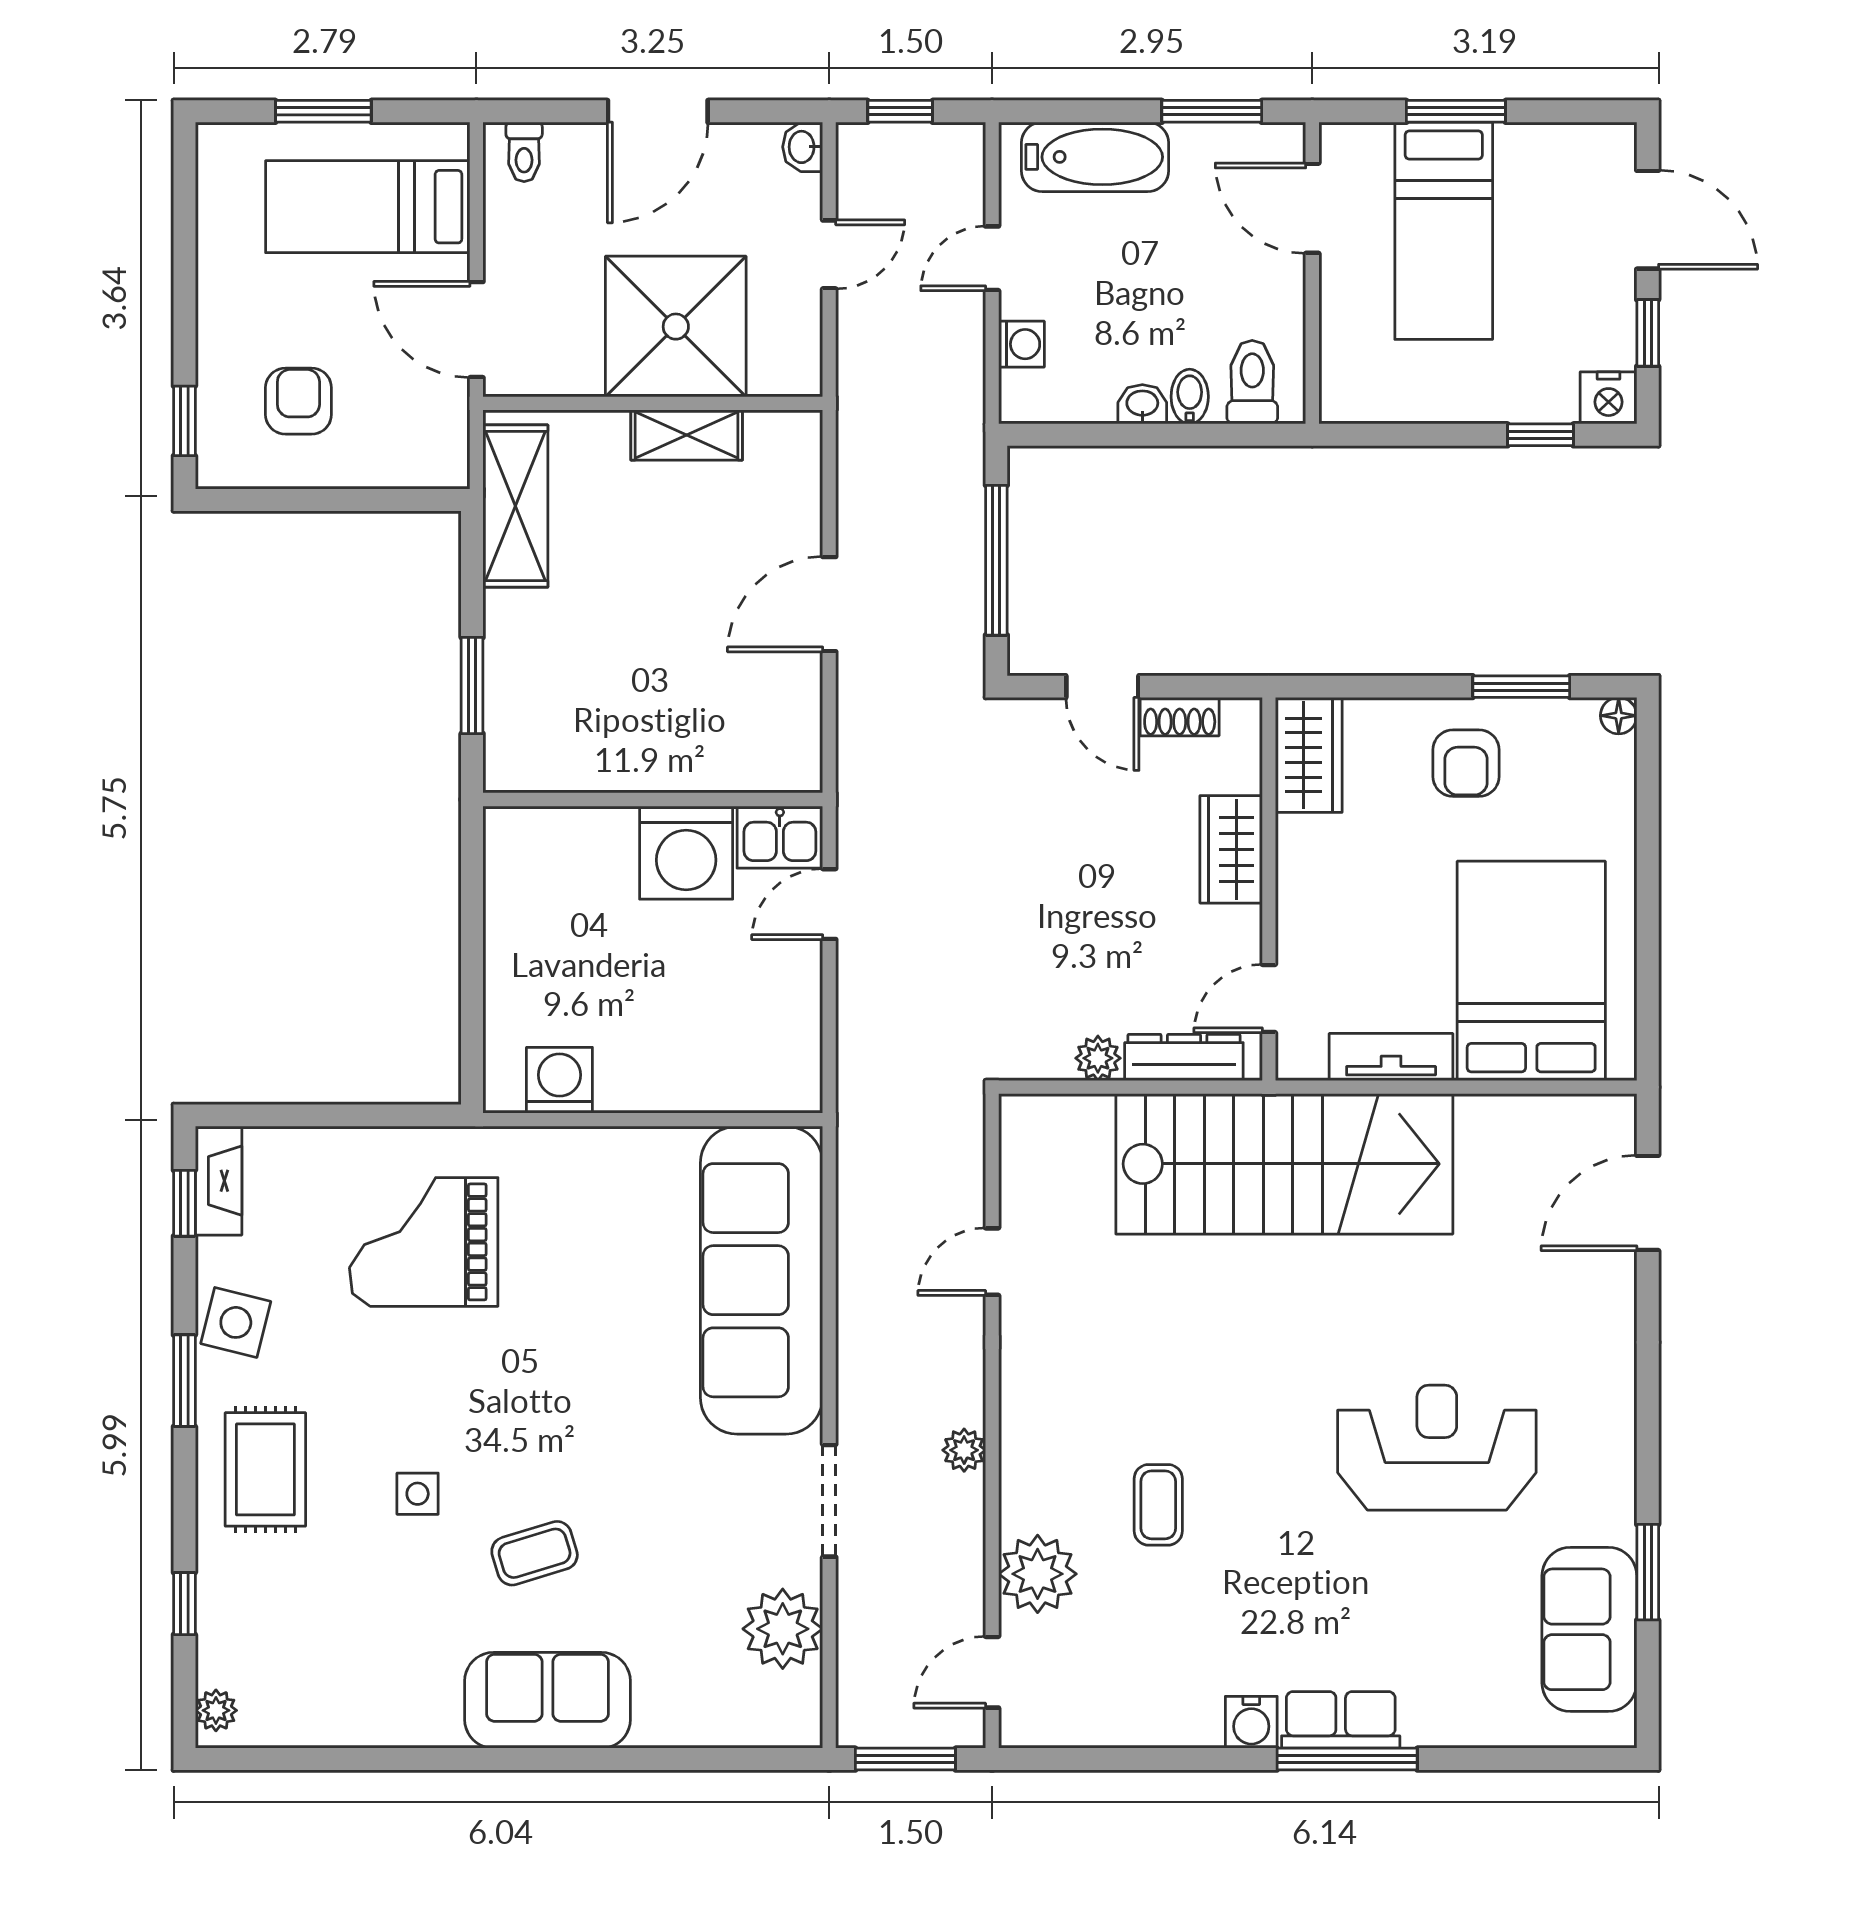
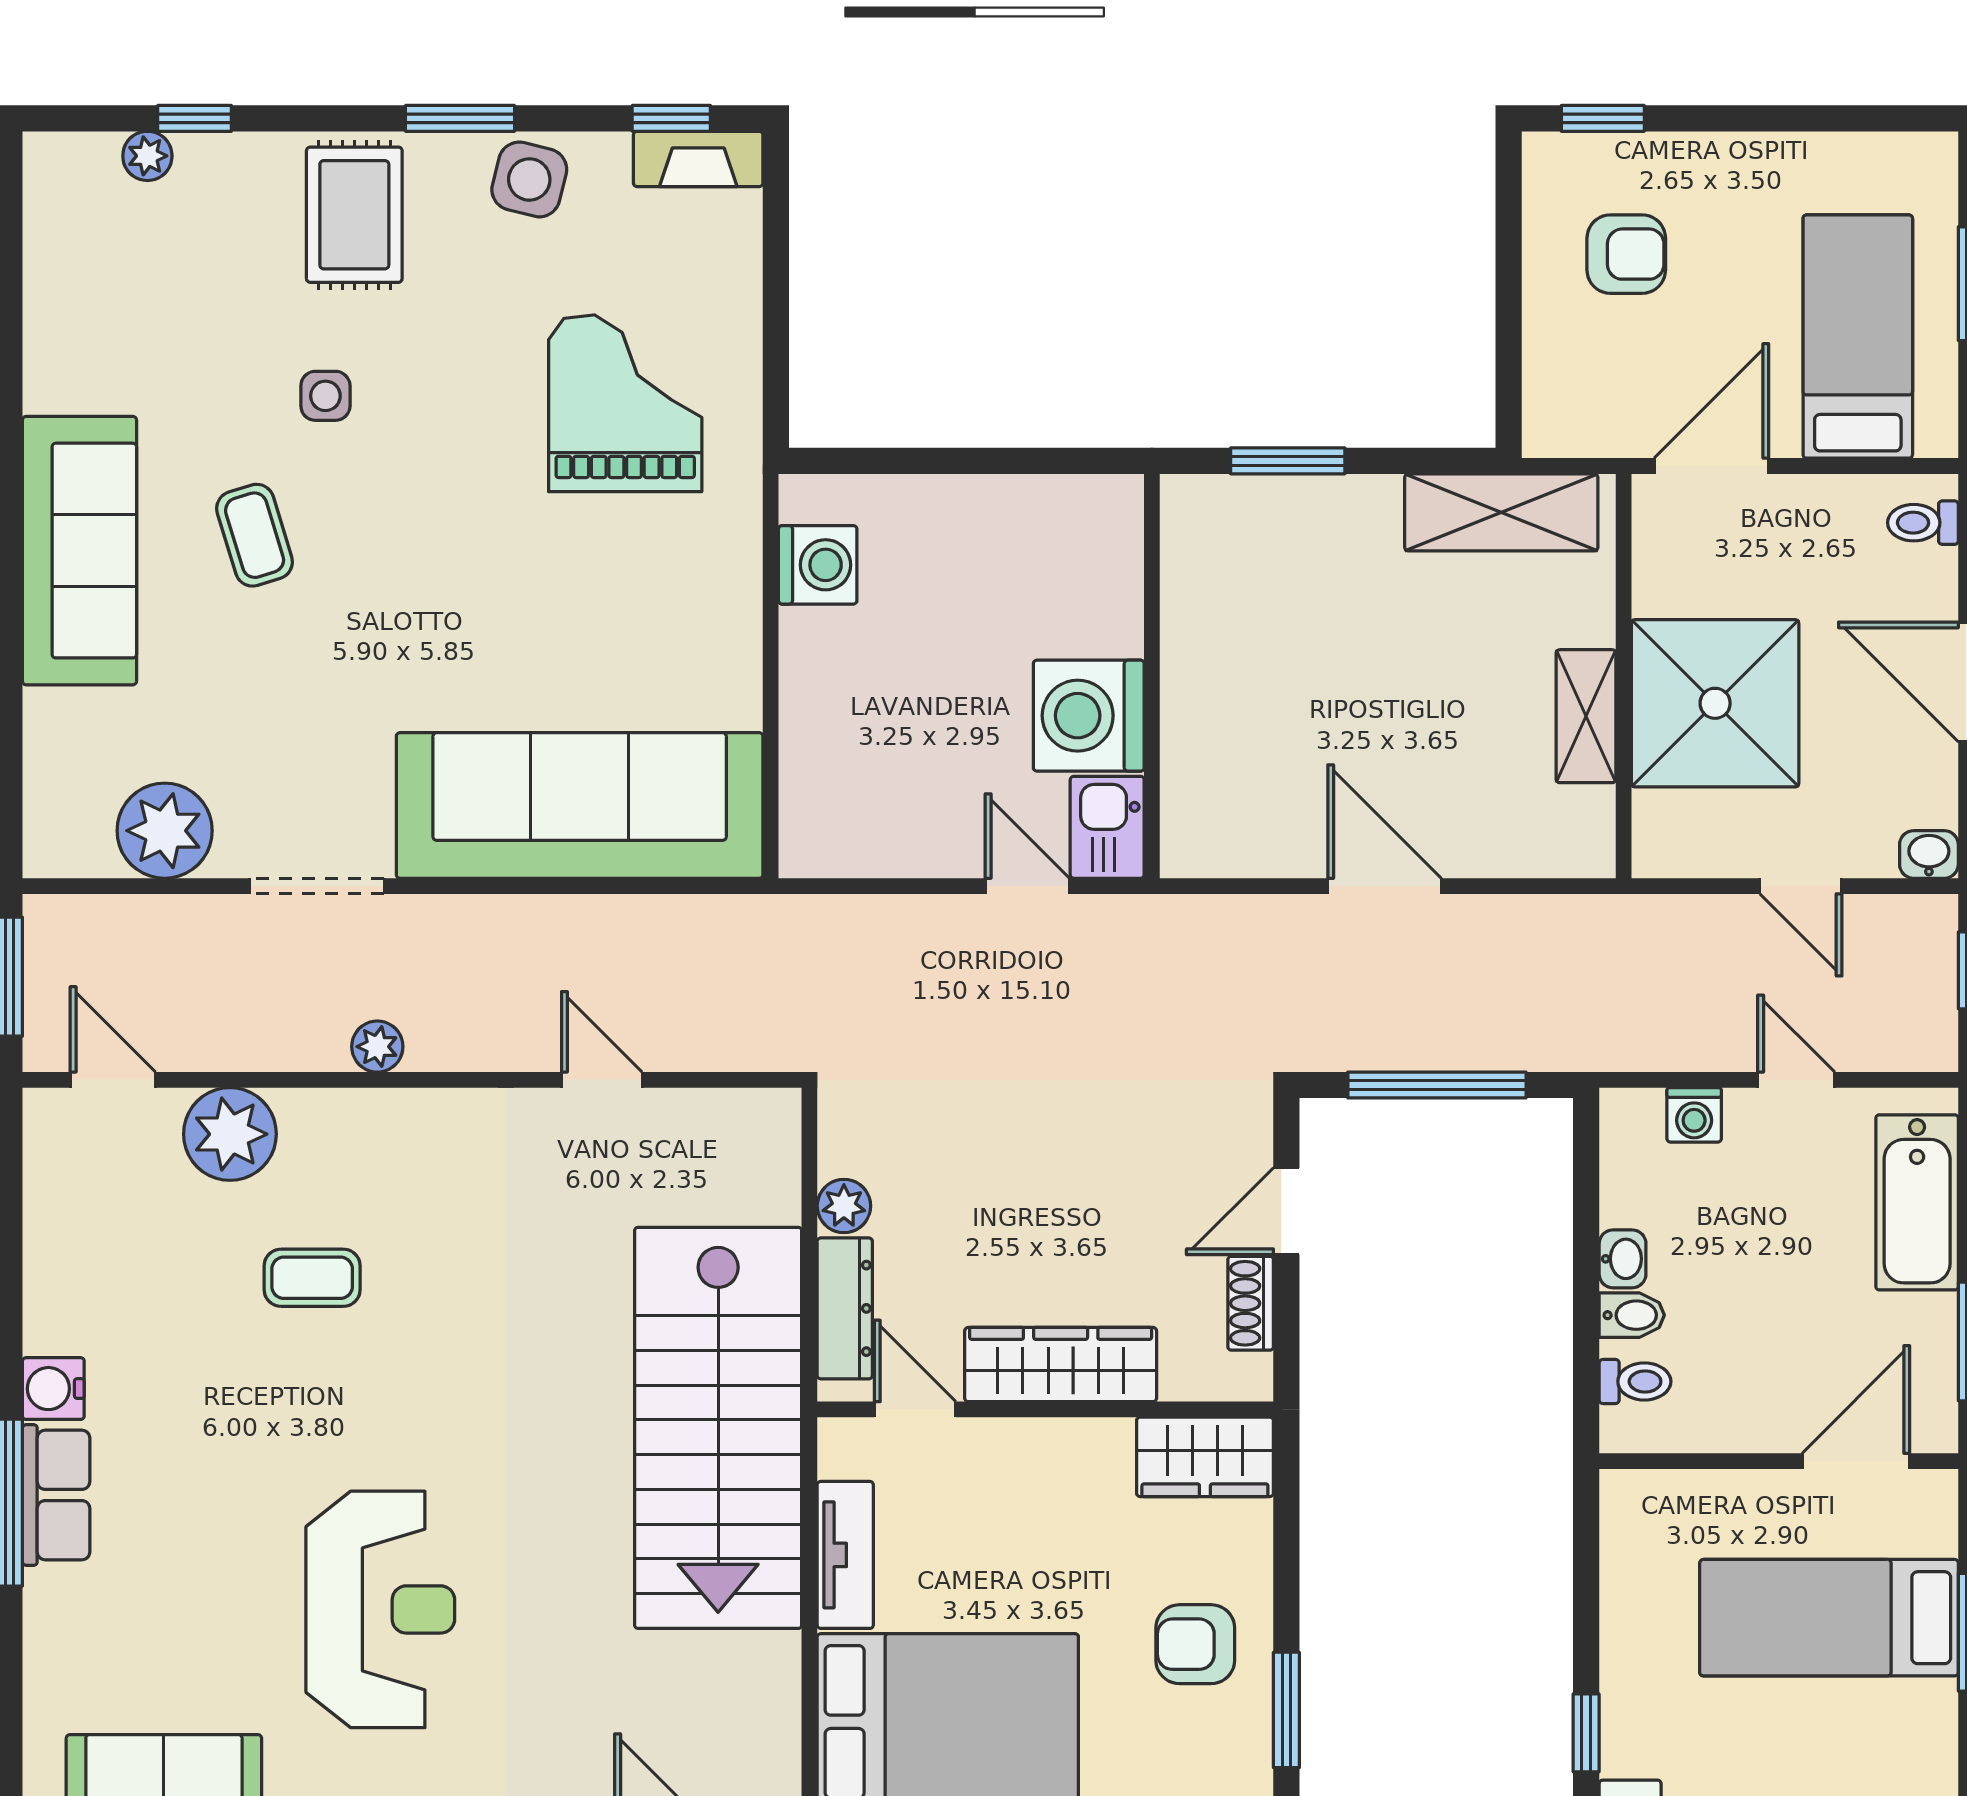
toilet: (1252, 382) -> (1635, 1381), width x0.73, depth x0.72
wardrobe: (1231, 849) -> (1061, 1365), width x1.50
rug: (265, 1469) -> (354, 215), turned 90
sofa: (547, 1700) -> (79, 551), width x1.36
plant: (216, 1710) -> (147, 156), moved

